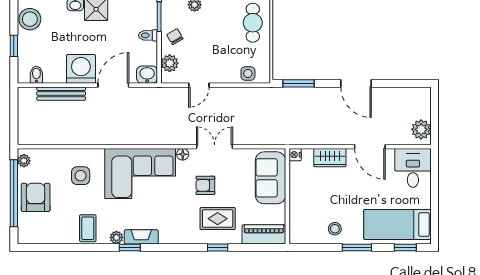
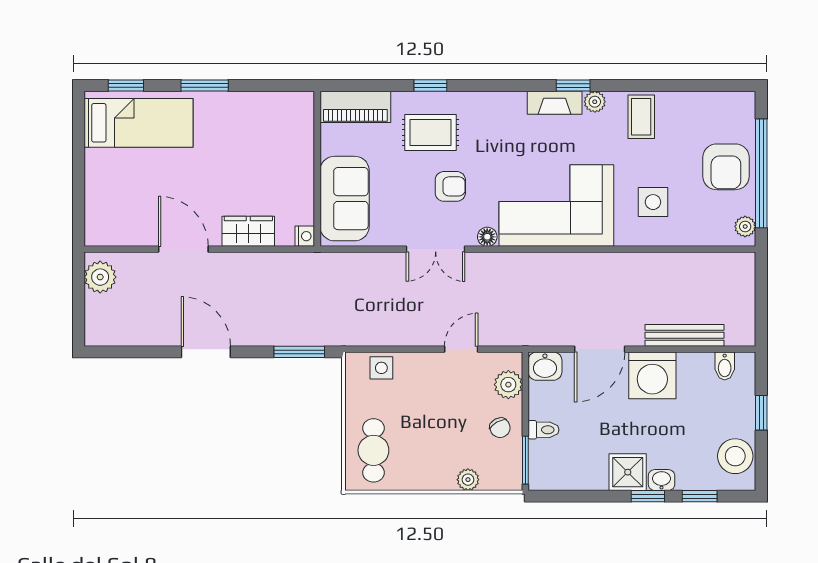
desk: (413, 168) -> (114, 215), removed
stool: (335, 229) -> (240, 116), removed

